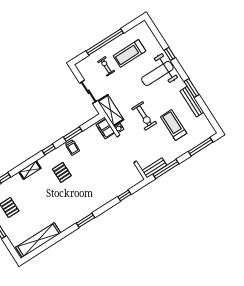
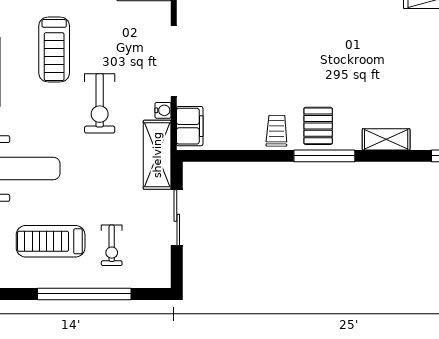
treadmill: (130, 53) -> (51, 241), turned 180
exercise bike: (144, 116) -> (100, 103), turned 180
window: (73, 134) -> (259, 156), removed
window: (49, 149) -> (324, 156), width x2.17
pallet: (62, 172) -> (318, 126), moved

